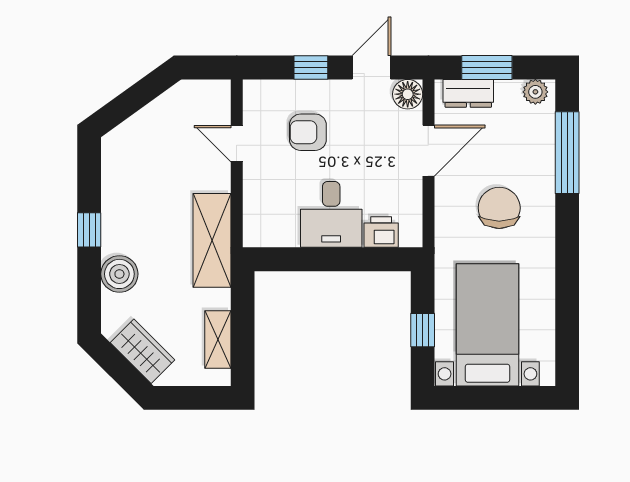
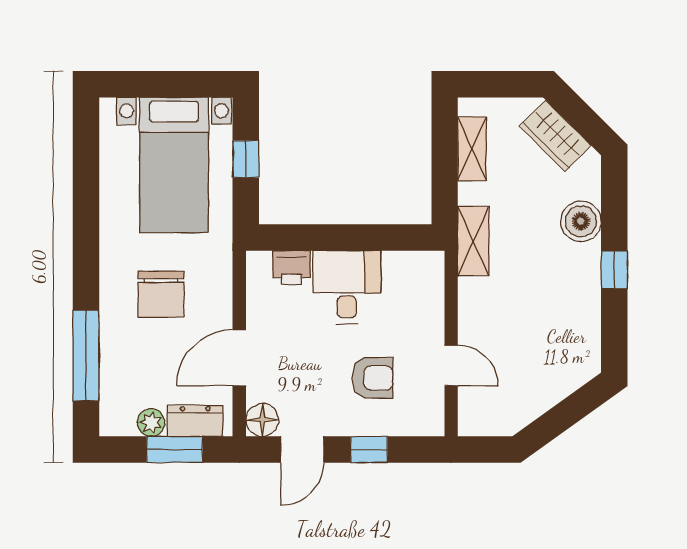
plant: (535, 92) -> (151, 423), moved
shelving: (212, 240) -> (473, 241), width x0.67, depth x0.75

